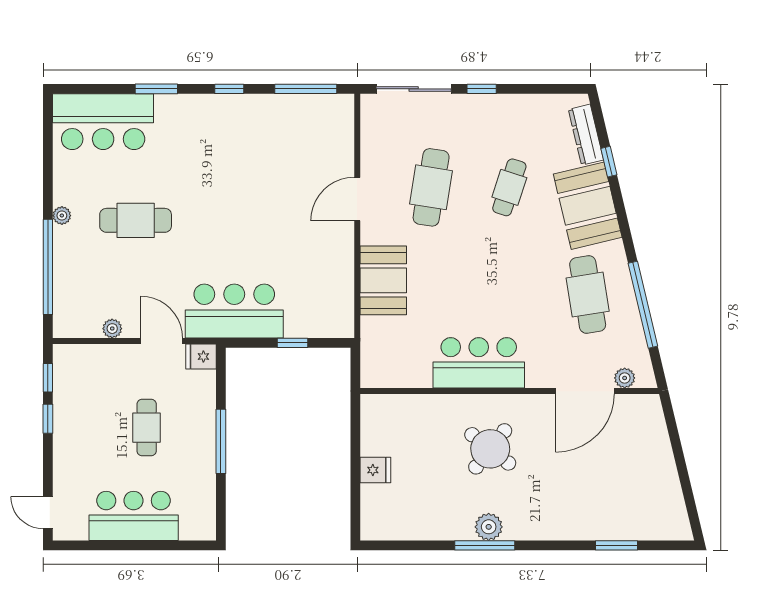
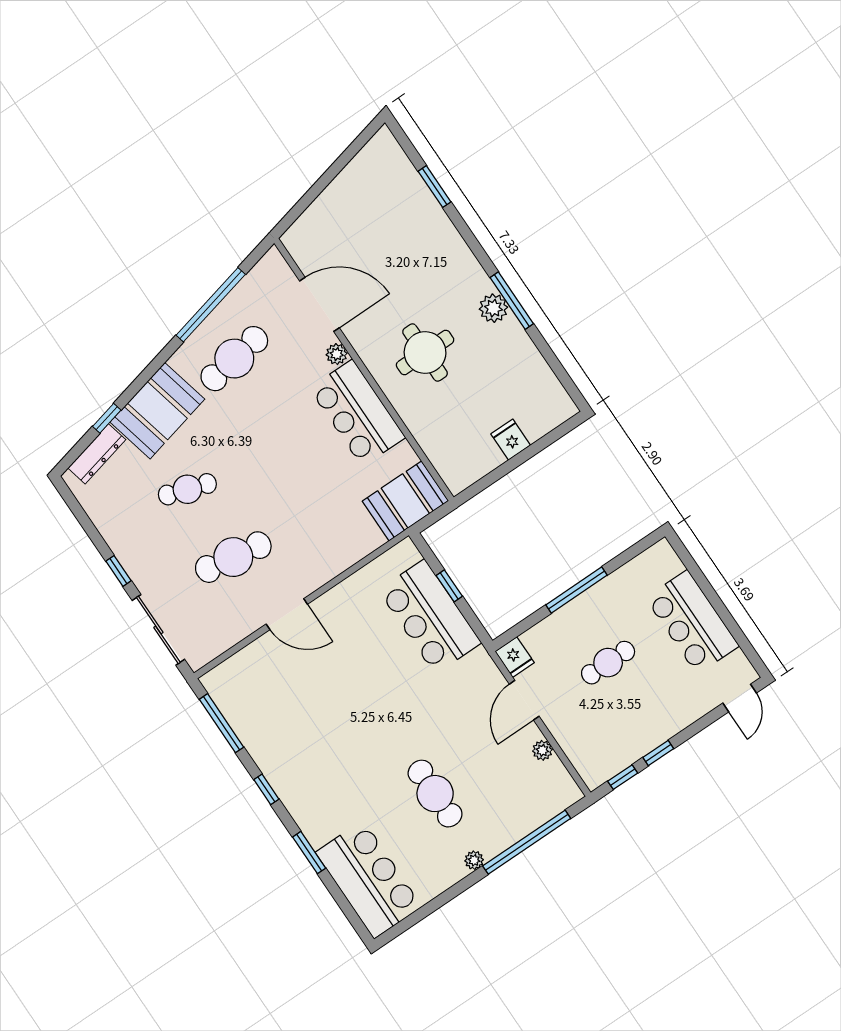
booth: (383, 280) -> (405, 501), moved
bar counter: (234, 311) -> (430, 617), moved
plant: (625, 378) -> (337, 354), moved
round table: (490, 449) -> (425, 352), turned -38

